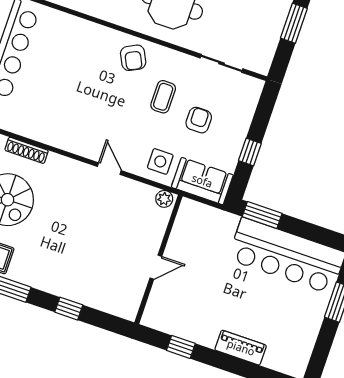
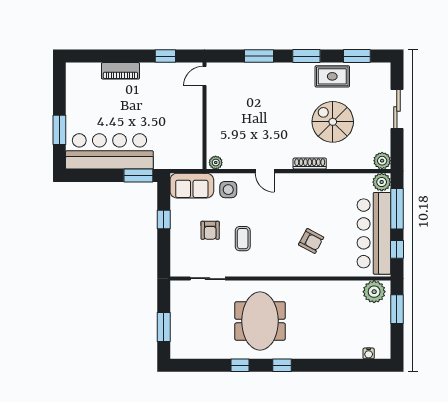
armchair: (133, 58) -> (311, 241), moved, turned 145
shoe rack: (27, 150) -> (310, 164), moved
door: (156, 267) -> (204, 76), moved
window: (69, 309) -> (259, 56), width x1.50

